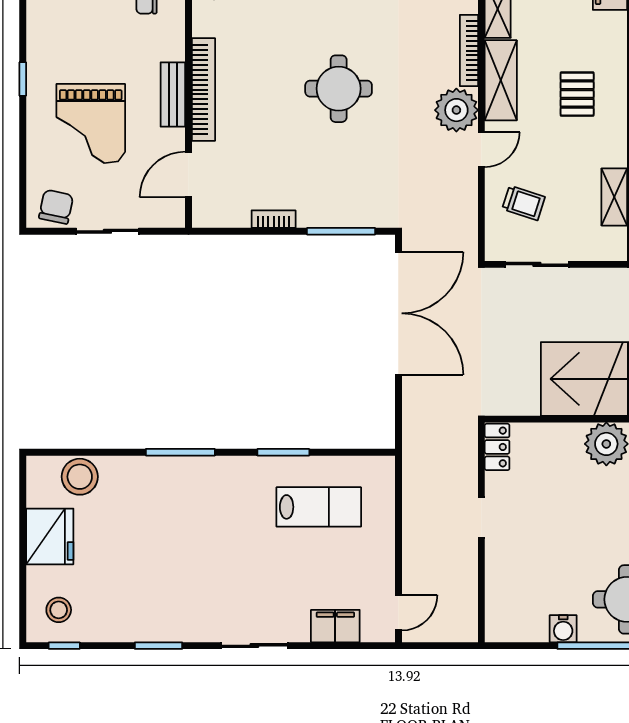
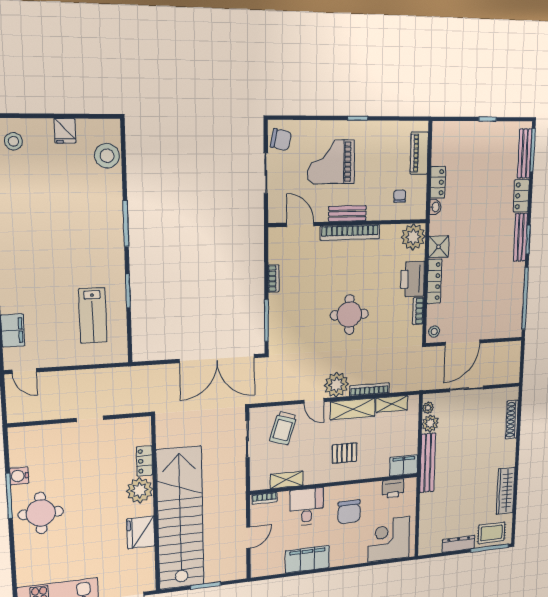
trolley: (524, 203) -> (283, 428), width x1.36, depth x1.39
locker: (497, 447) -> (144, 461), moved, turned 90
fridge: (50, 536) -> (65, 131), width x0.53, depth x0.75

